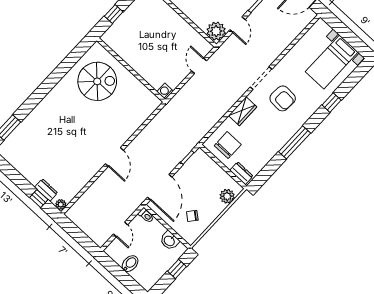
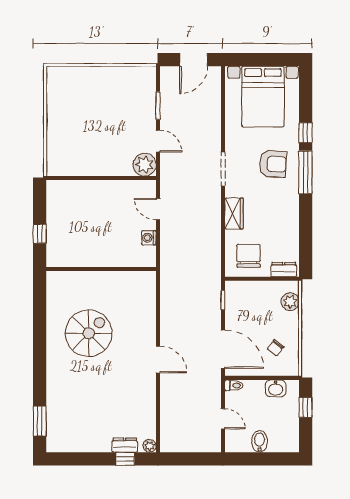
bed with nightstands: (332, 62) -> (263, 97), width x1.36
spiral stairs: (97, 81) -> (89, 333), moved
washing machine: (165, 91) -> (149, 238), moved
armchair: (283, 98) -> (273, 164), moved
window: (295, 142) -> (306, 172), moved

